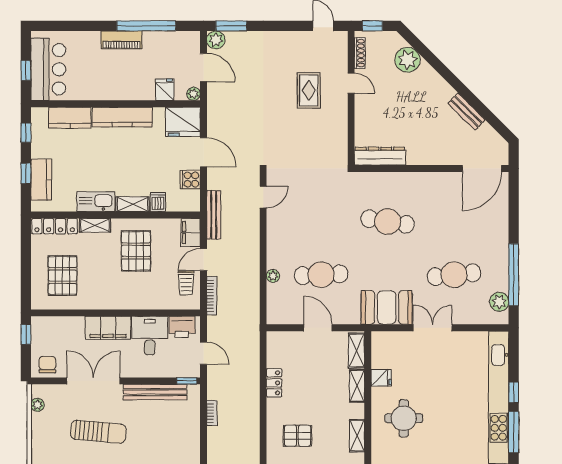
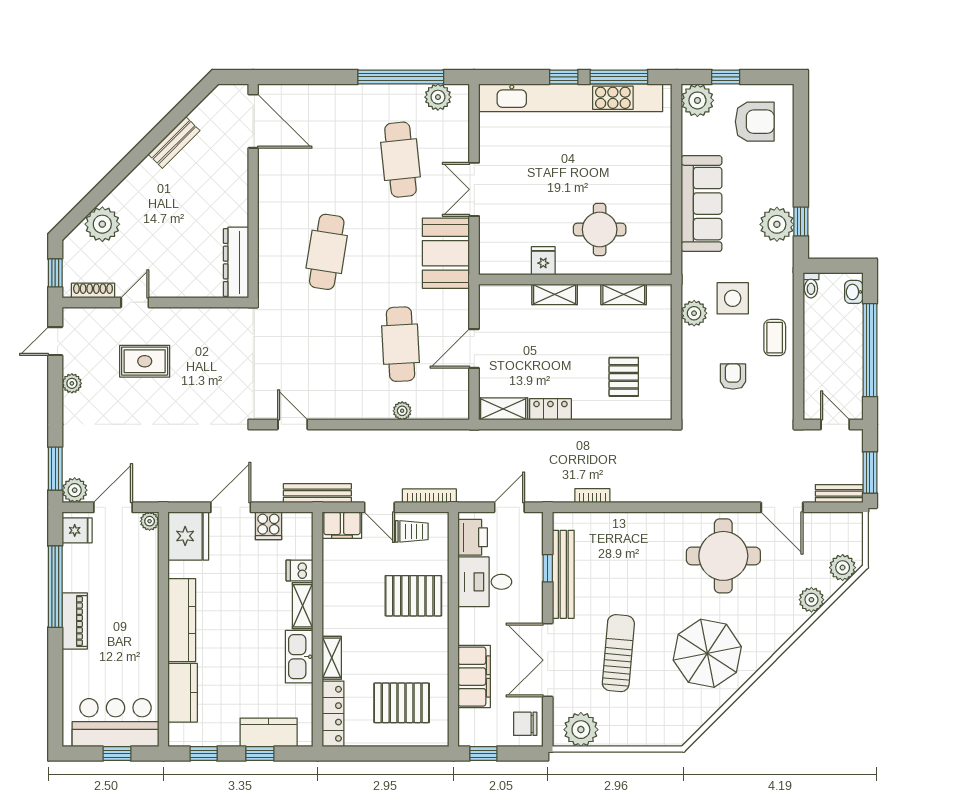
plant: (293, 38) -> (72, 383), added
fridge: (165, 90) -> (77, 530), moved, turned 180
pallet: (136, 251) -> (413, 596), moved
filing cabinet: (108, 328) -> (474, 677), moved
shelving: (356, 350) -> (503, 409), moved
window: (187, 381) -> (548, 568), moved
plant: (38, 405) -> (581, 730), width x1.88, depth x1.88

